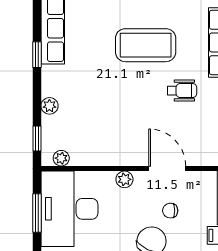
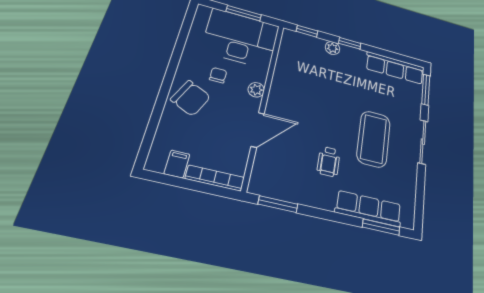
window: (37, 55) -> (350, 43), moved
plant: (61, 158) -> (287, 44), removed
chair: (170, 211) -> (218, 75), moved

